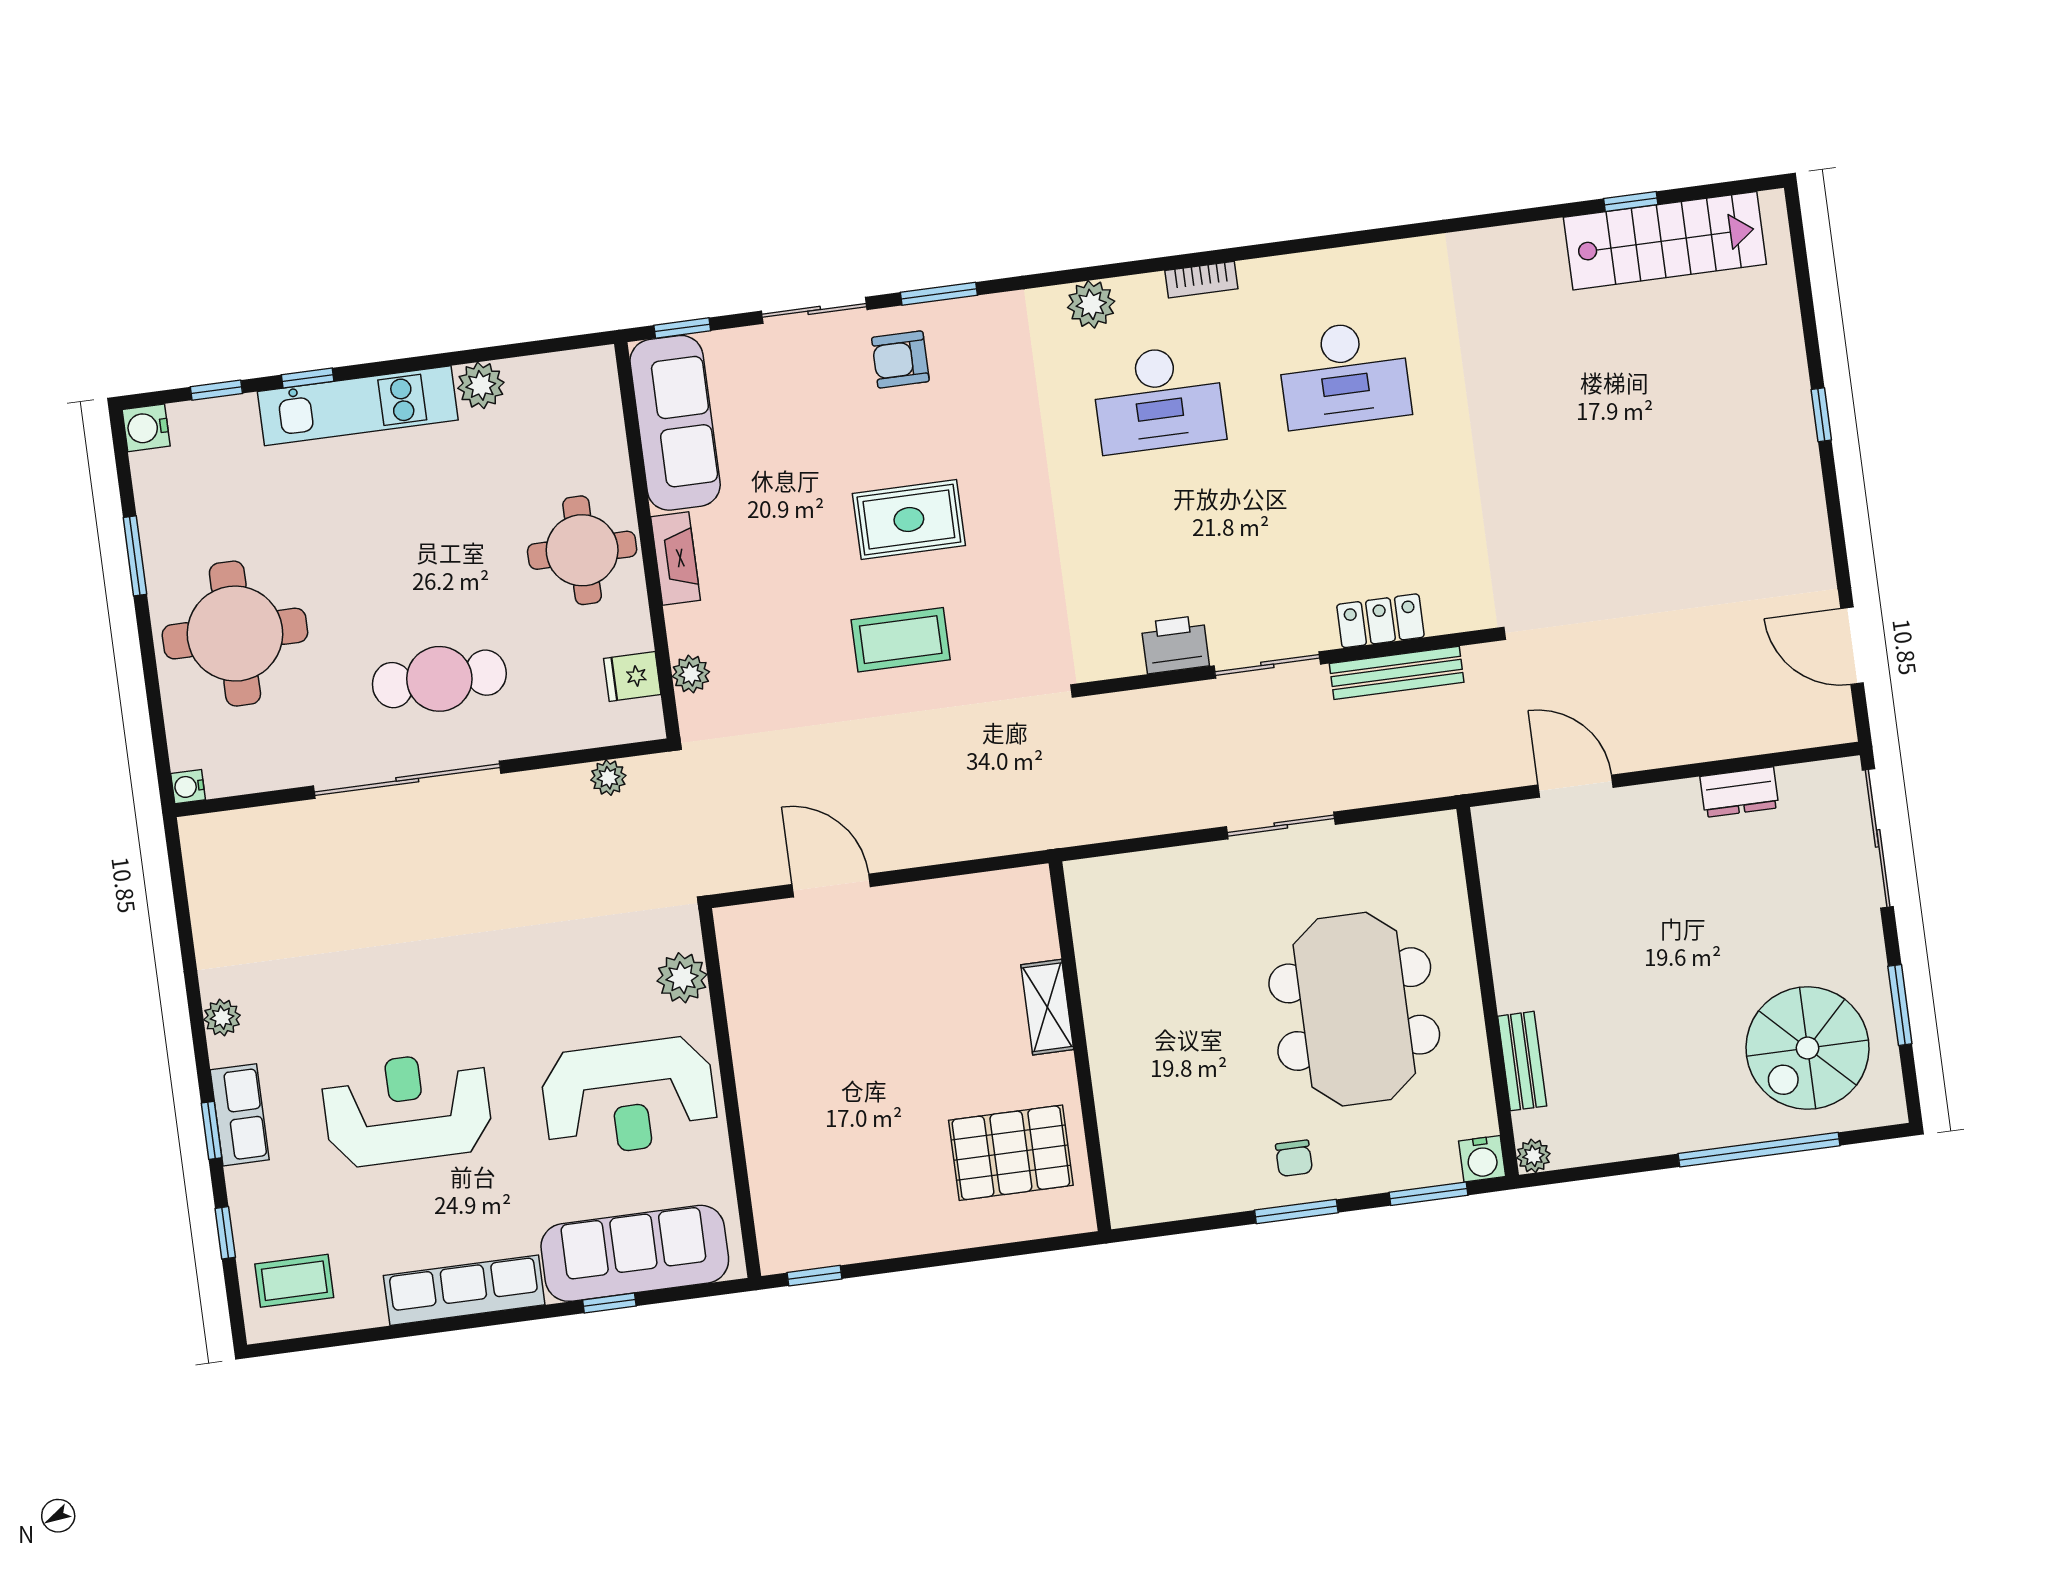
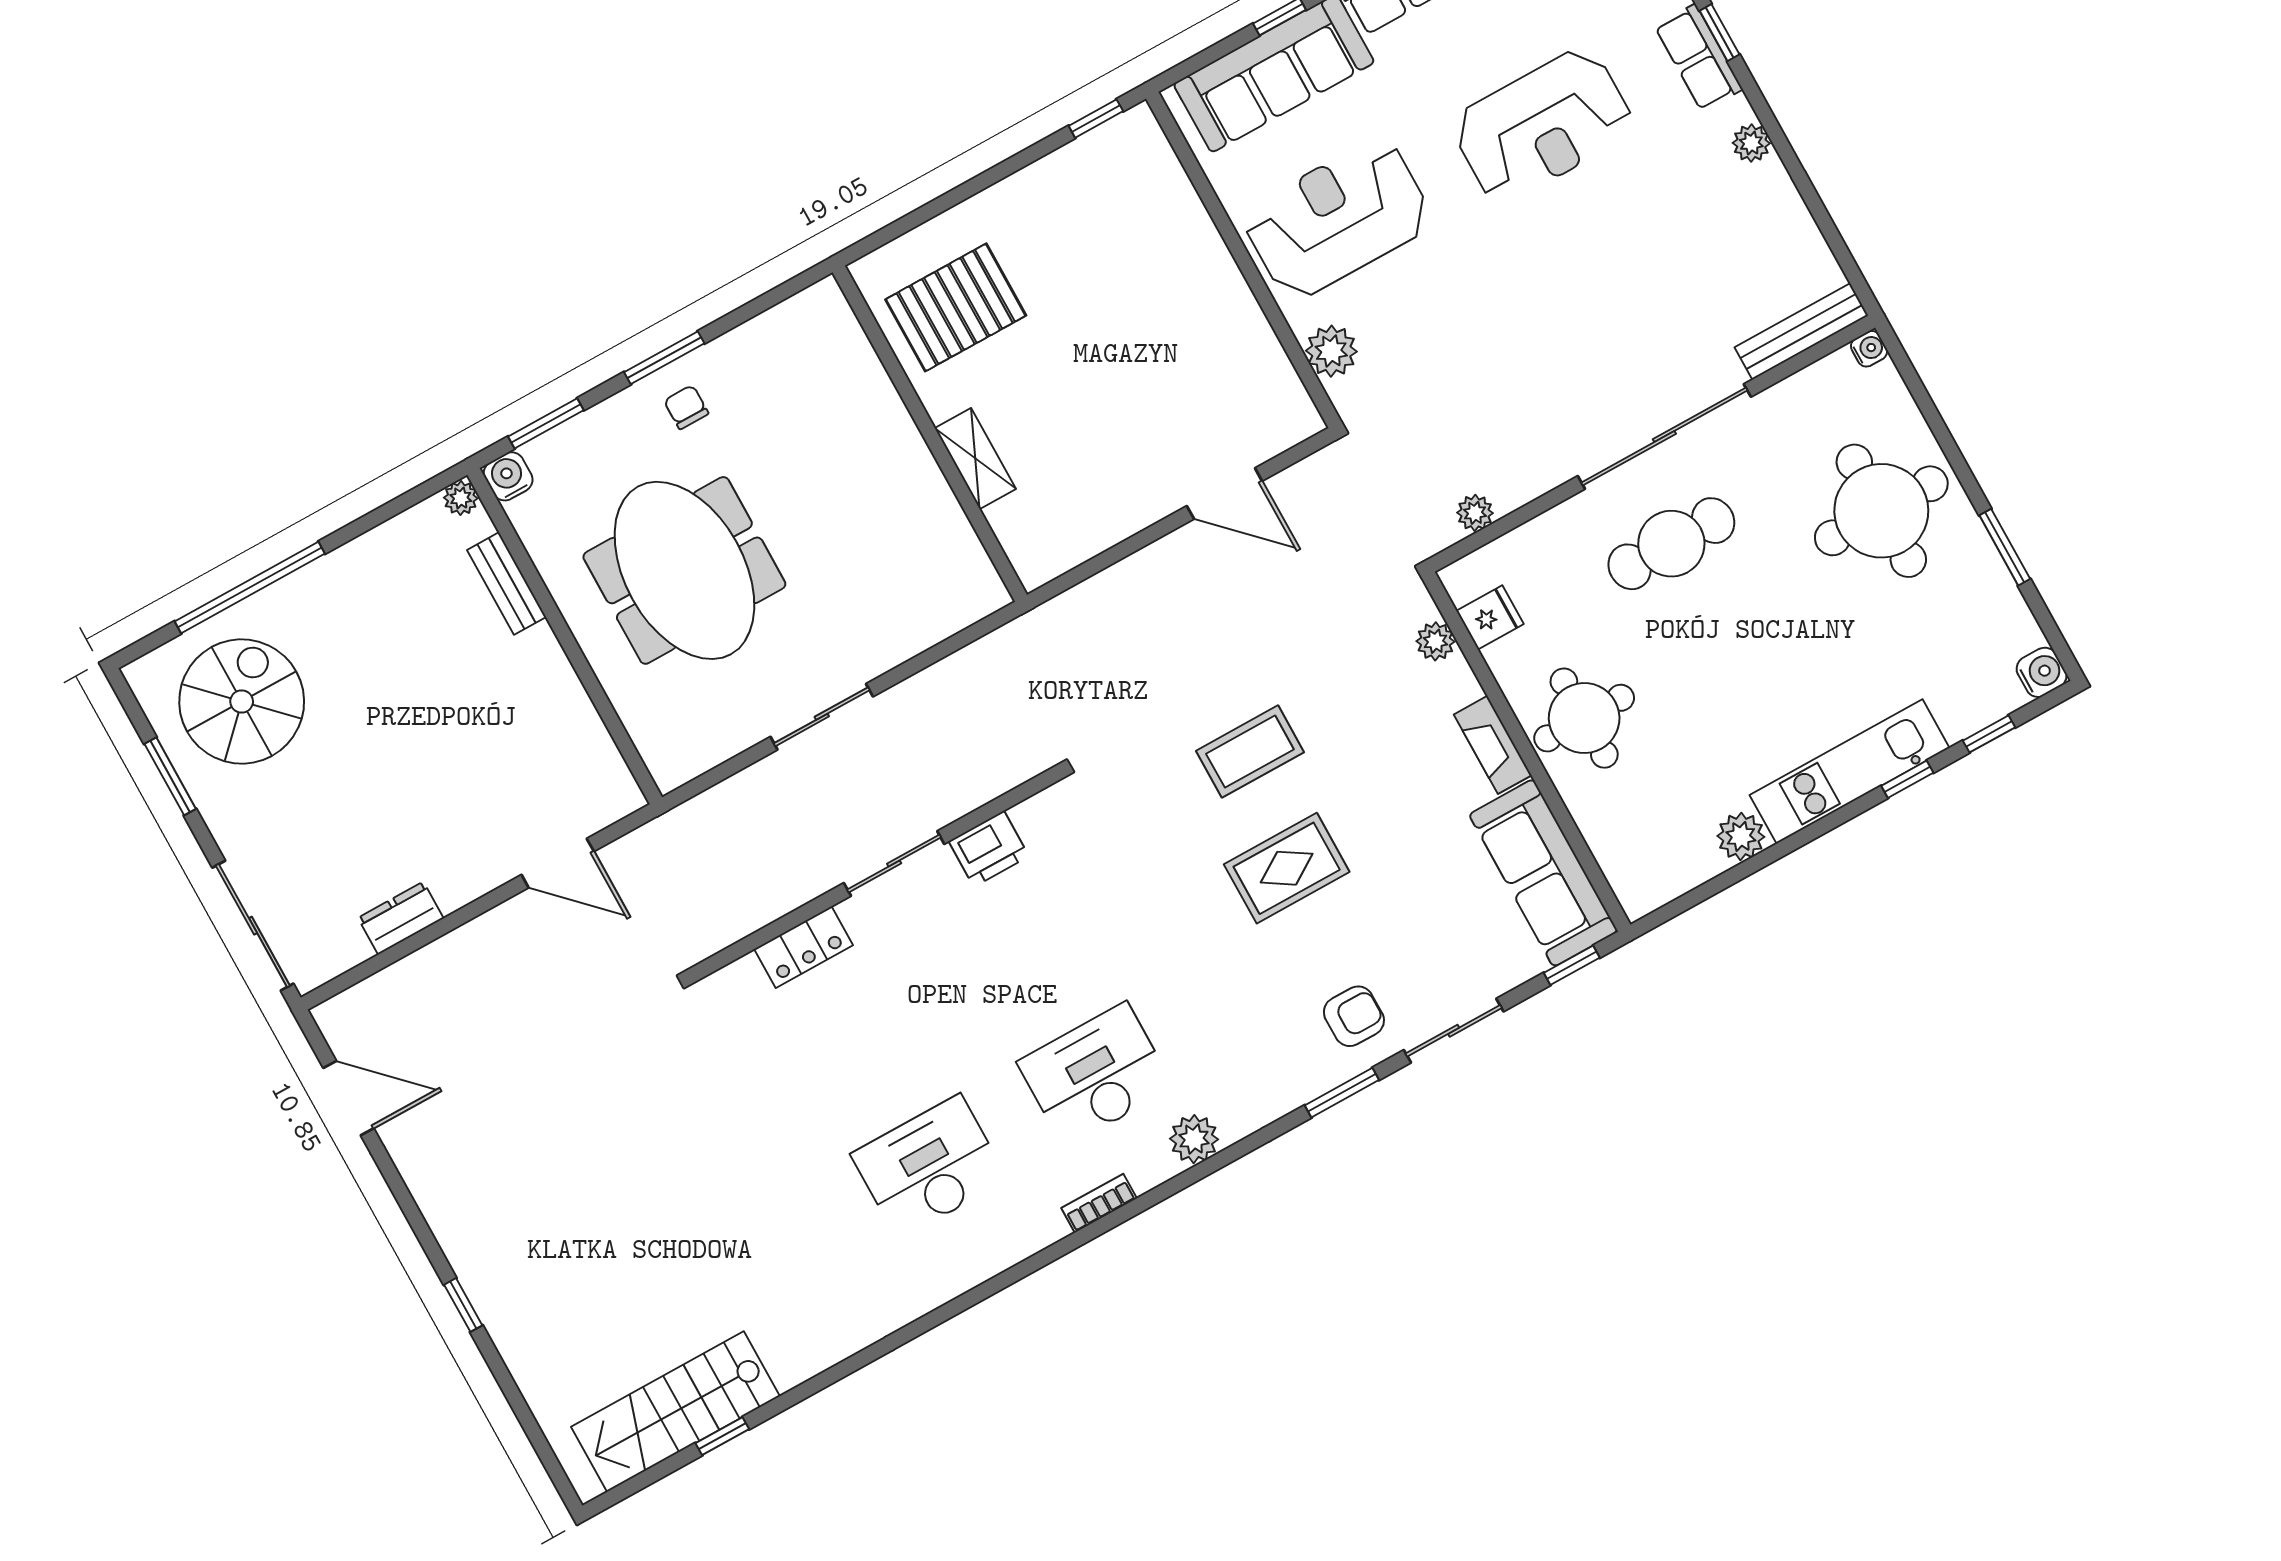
bench: (1397, 673) -> (1801, 331), moved

